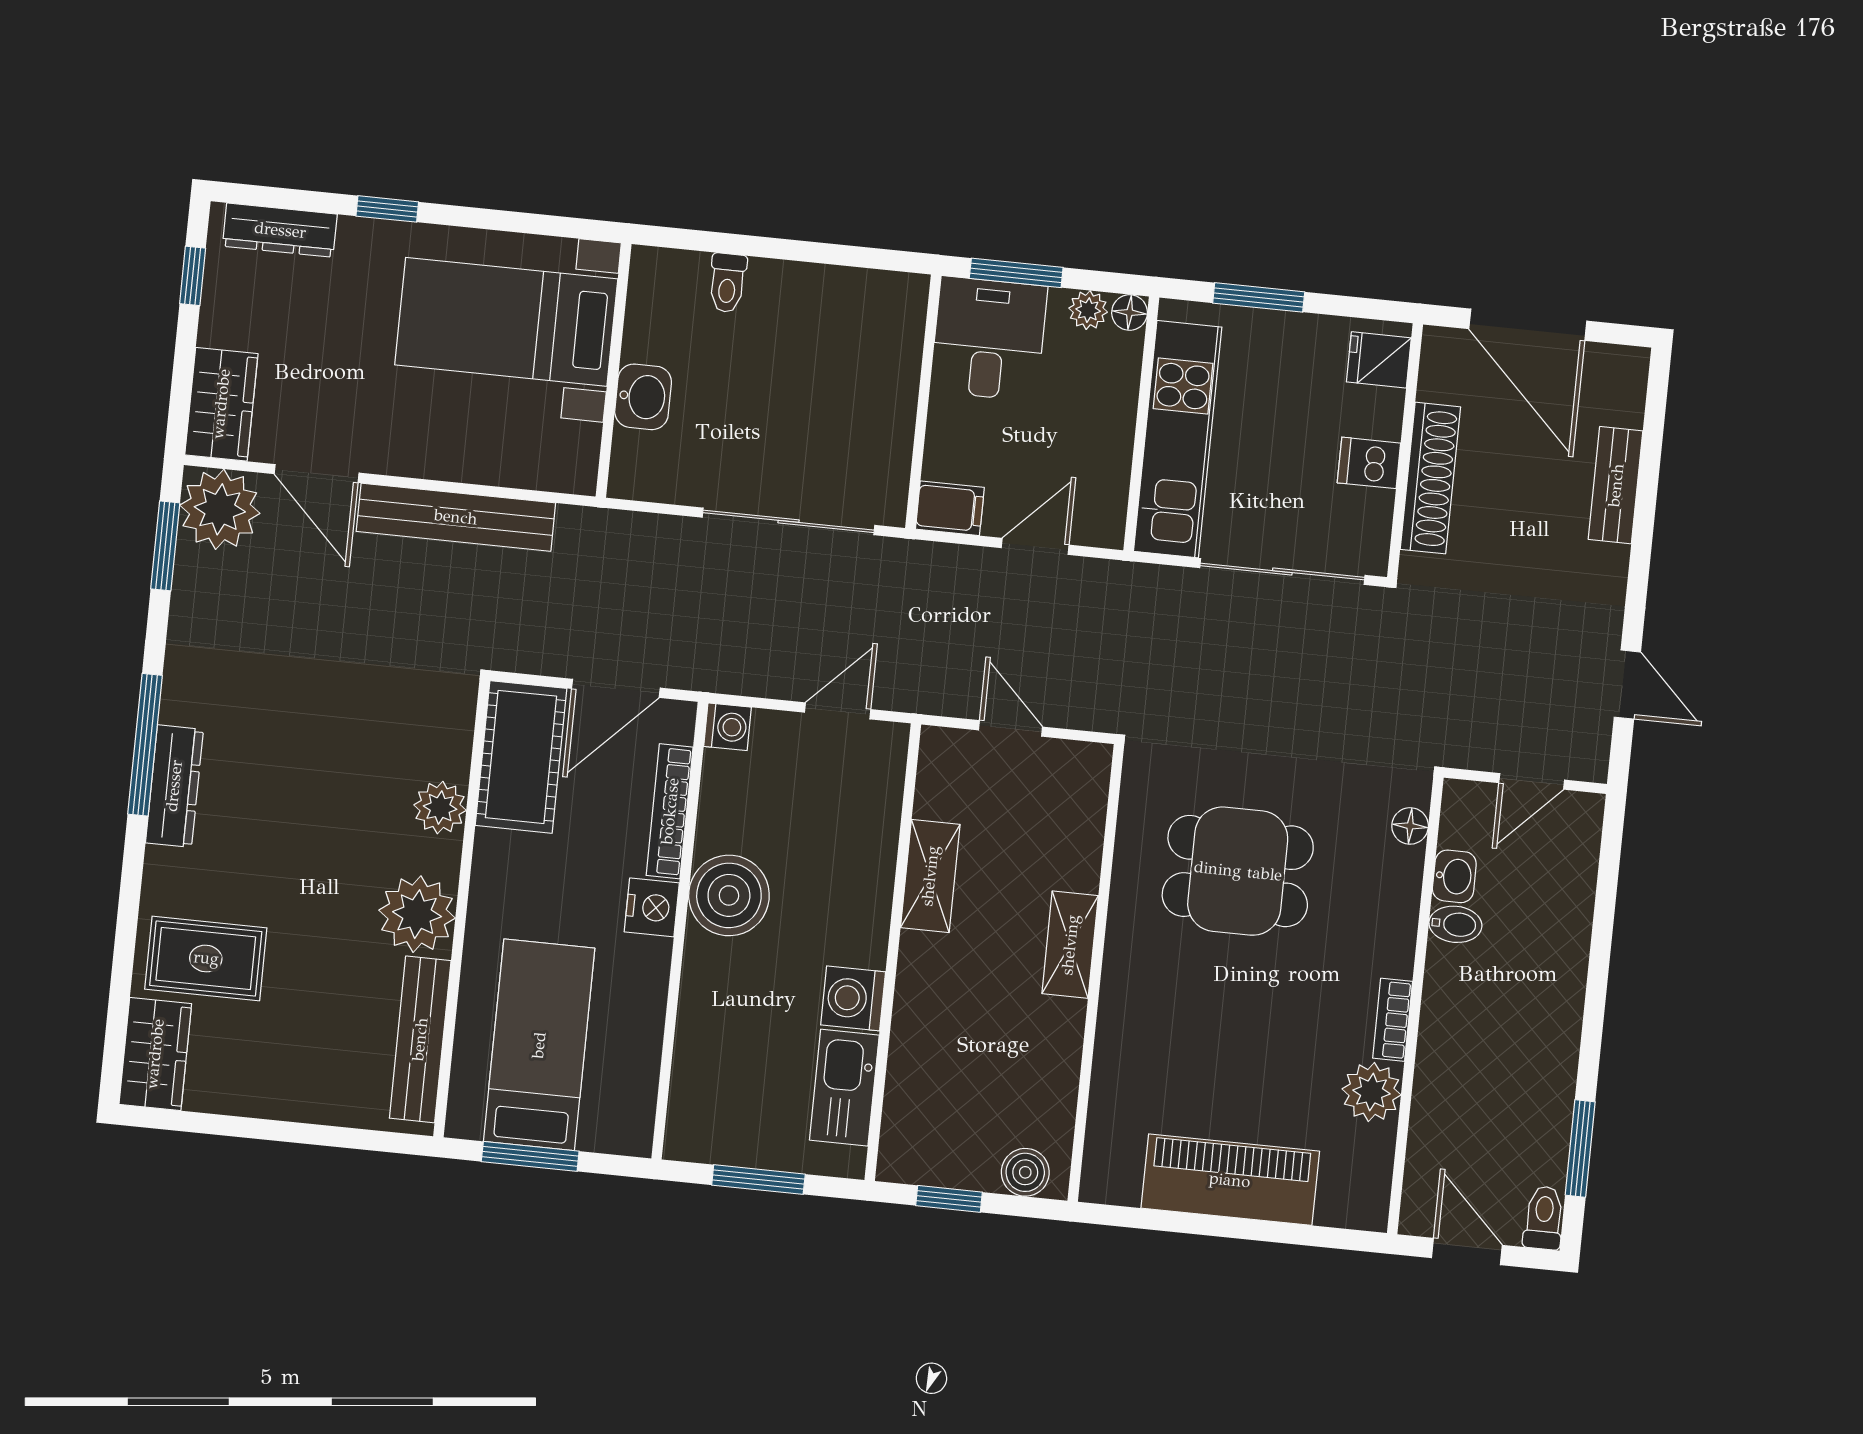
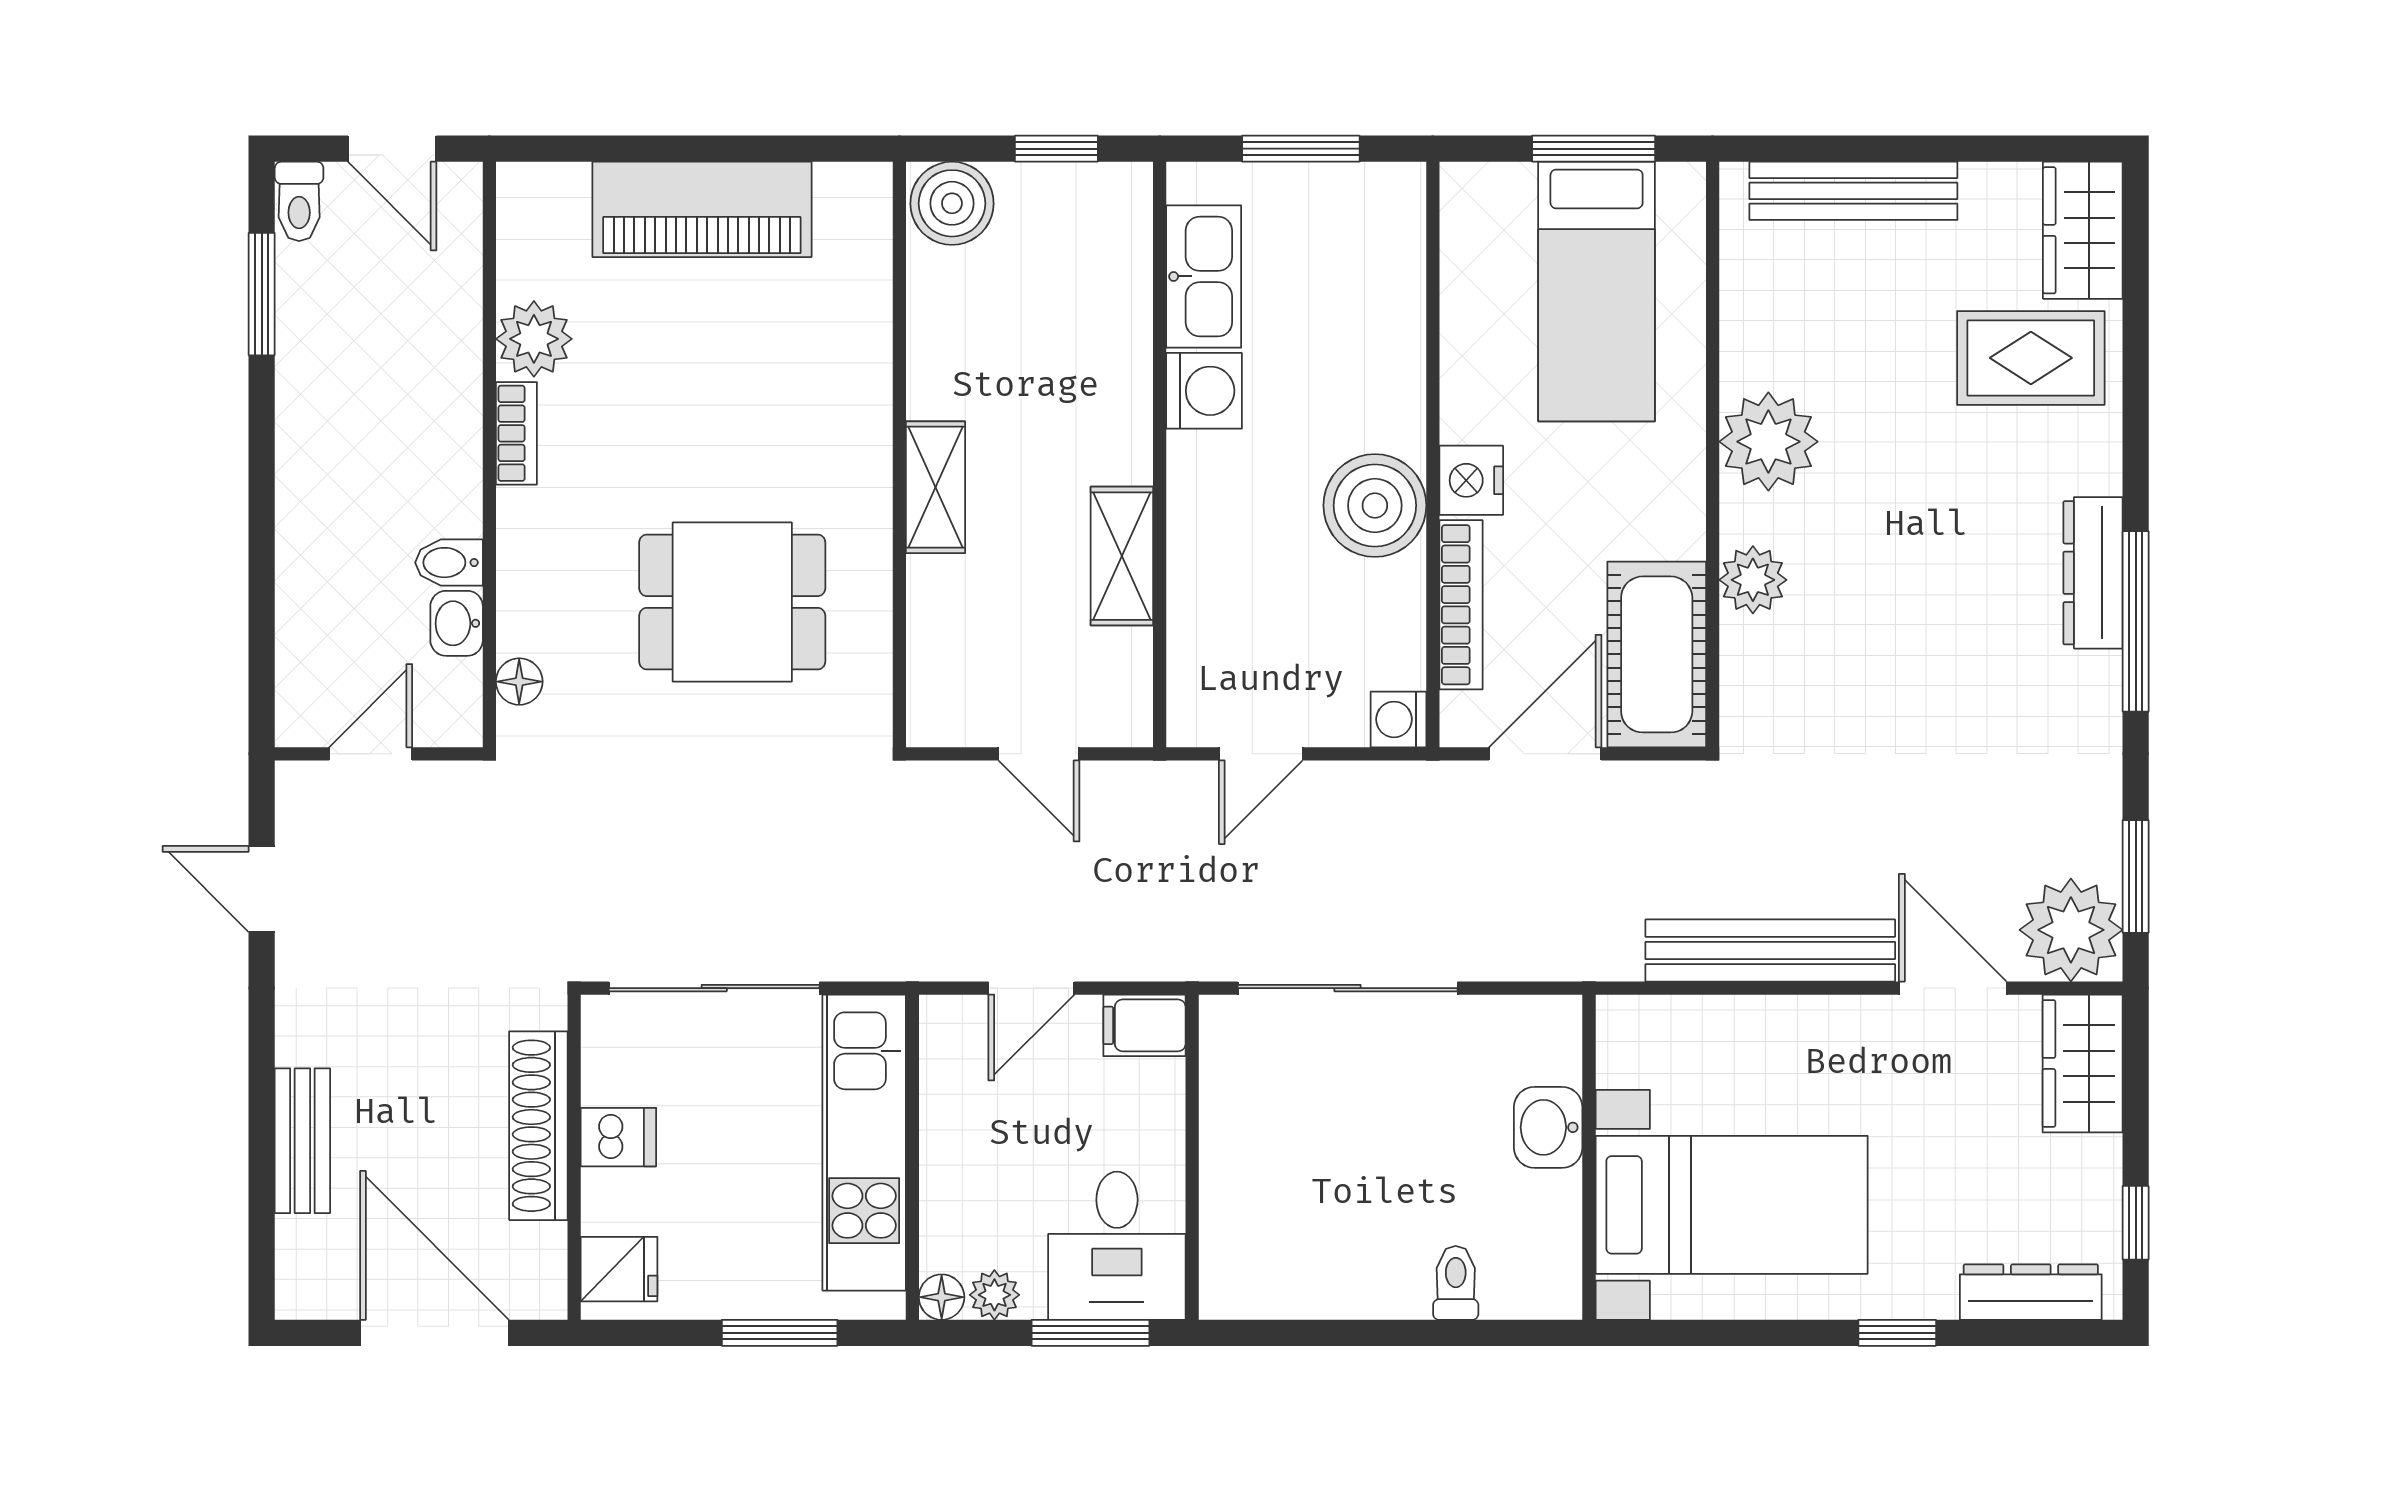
bench: (420, 1039) -> (1853, 191), moved, turned 90
boiler: (1025, 1172) -> (952, 203), width x1.36, depth x1.36

